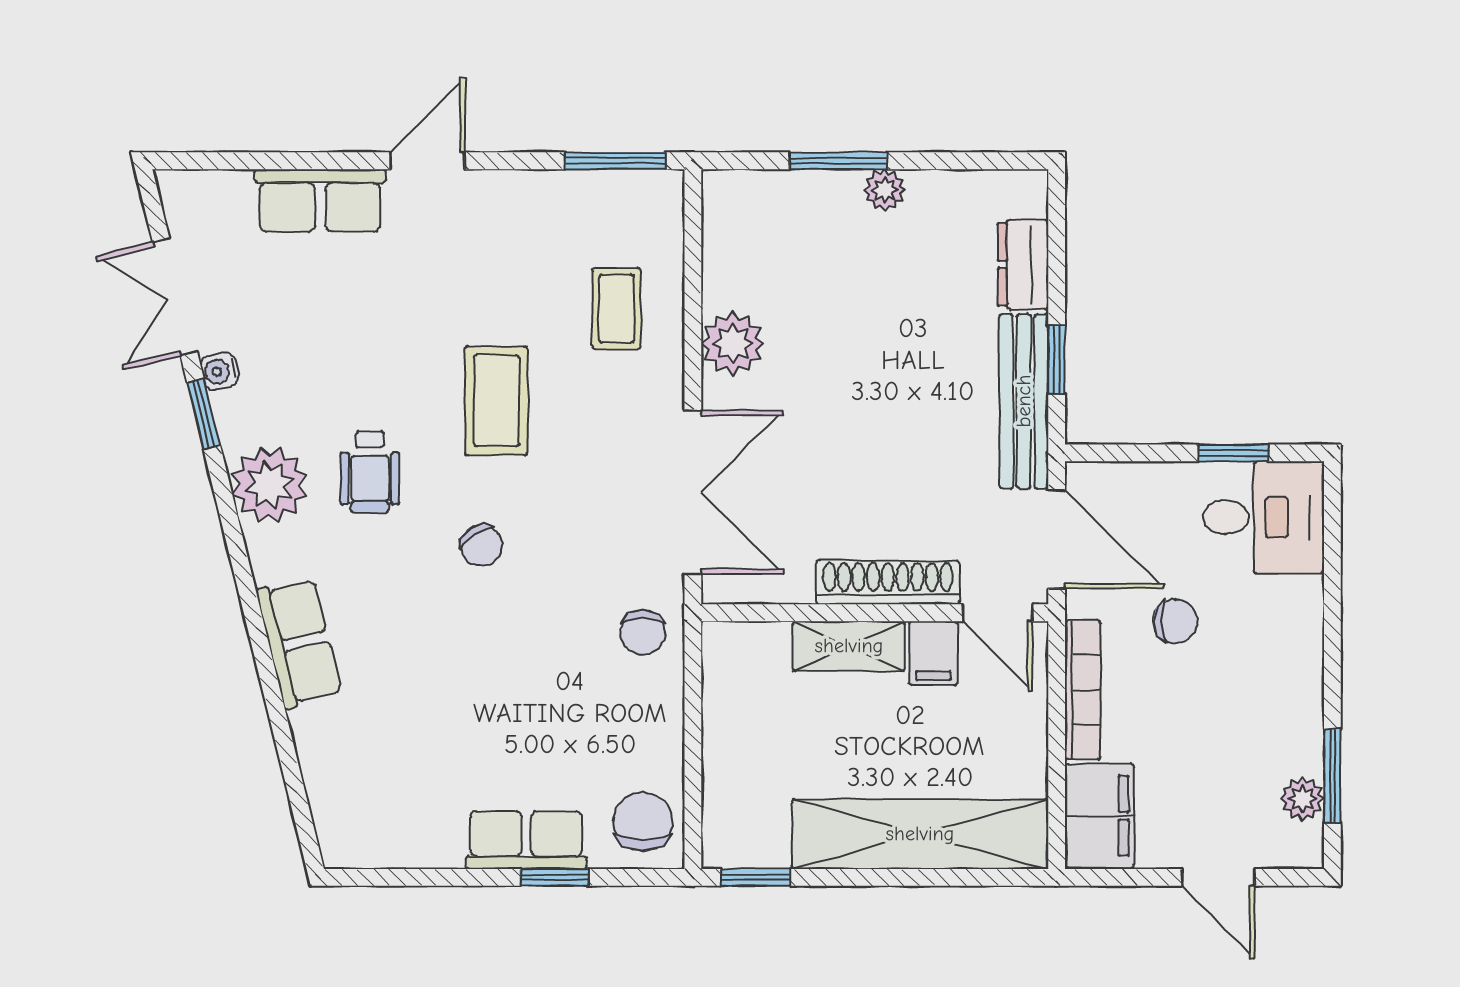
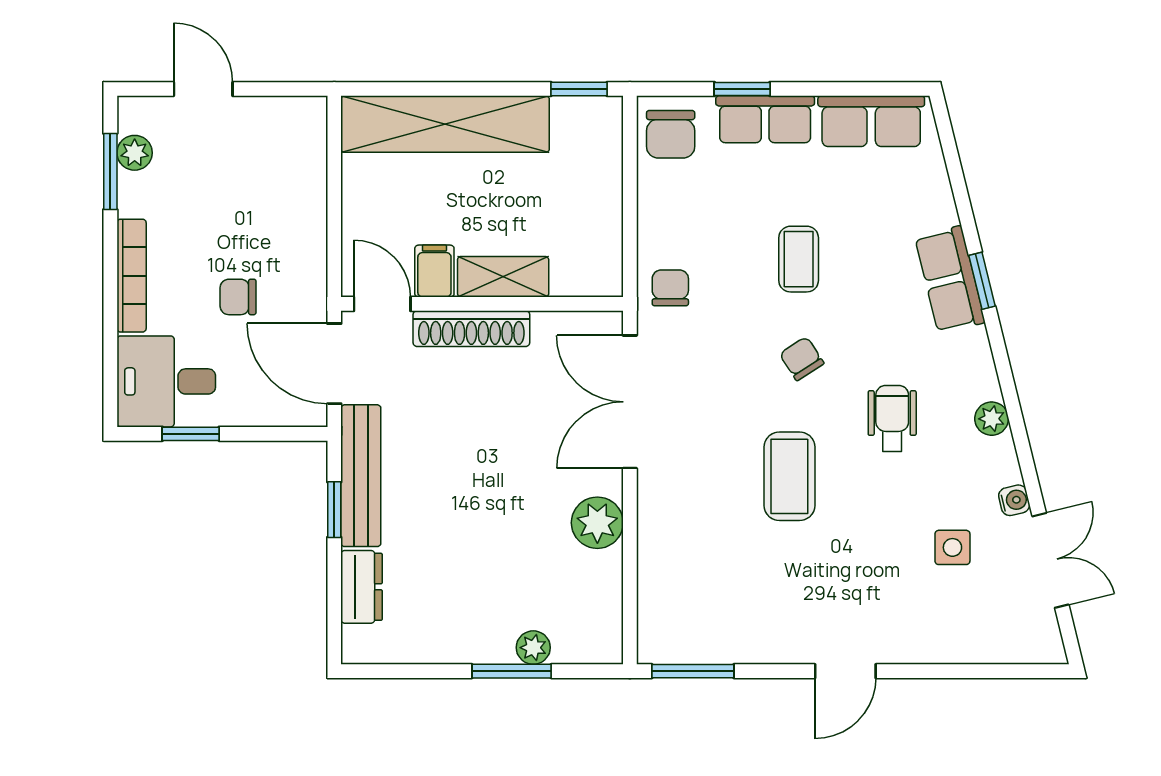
plant: (885, 190) -> (533, 648), moved
row of seats: (320, 200) -> (871, 121), moved, turned 180
coffee table: (617, 309) -> (799, 259), moved
side table: (296, 313) -> (952, 547), added
window: (204, 414) -> (982, 281), moved
plant: (269, 485) -> (992, 419), width x0.53, depth x0.53
bookcase: (1083, 690) -> (132, 276), moved, turned 180
filing cabinet: (1099, 816) -> (300, 139), removed

